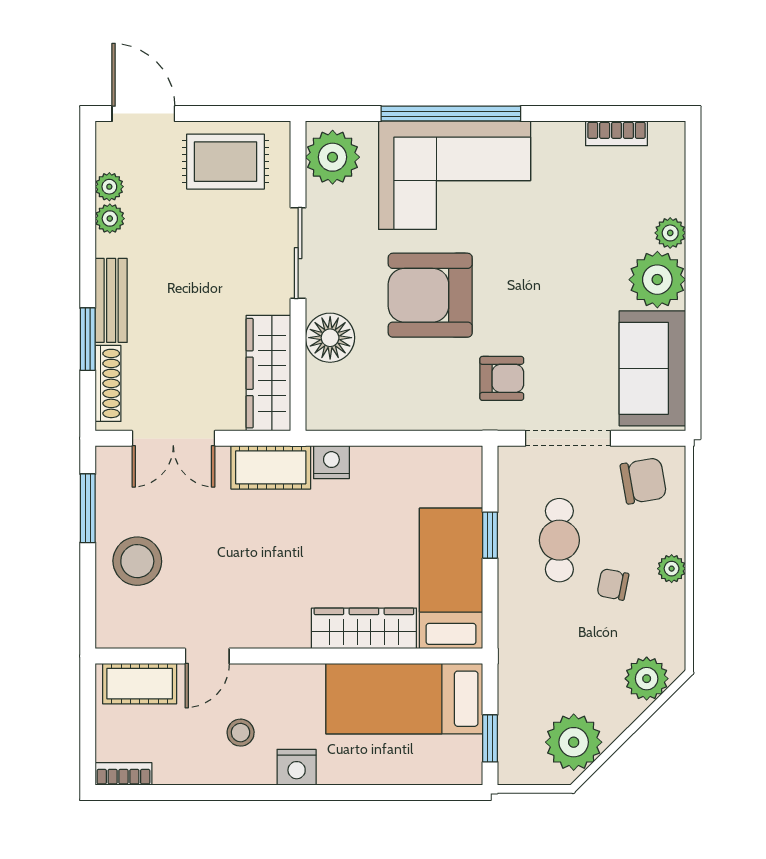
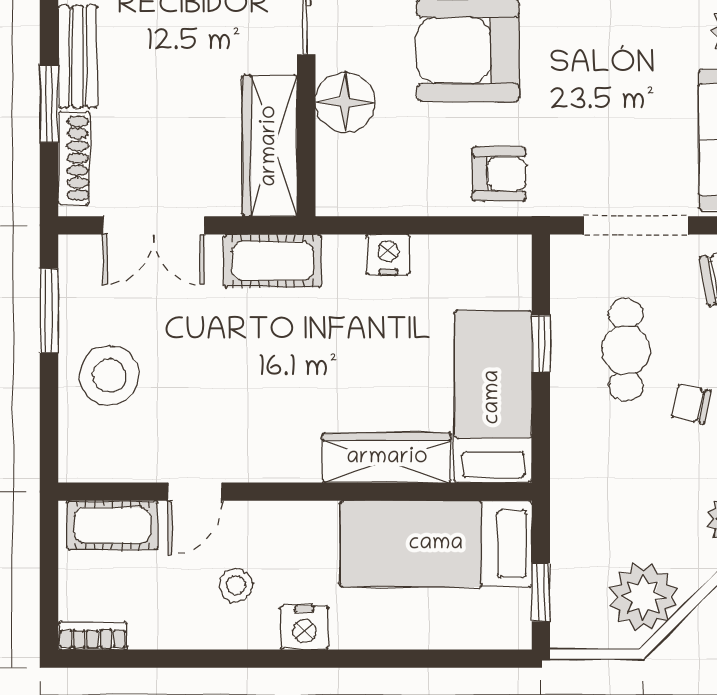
armchair: (502, 378) -> (499, 174), moved
nightstand: (331, 462) -> (388, 255), moved

